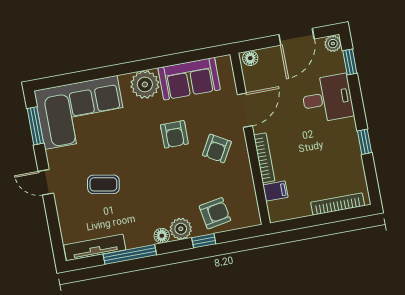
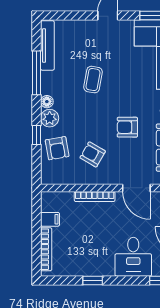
armchair: (217, 148) -> (93, 154), moved
coffee table: (103, 184) -> (93, 80), moved
filing cabinet: (275, 191) -> (50, 219), moved, turned -90

